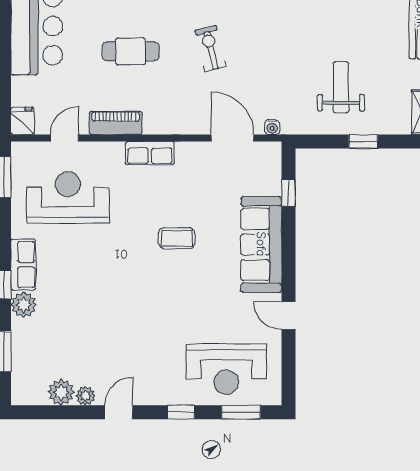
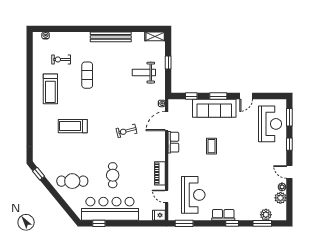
cafe table: (131, 51) -> (113, 175), moved
row of seats: (150, 153) -> (173, 142), moved
reception desk: (68, 198) -> (193, 195), turned 180
window: (288, 253) -> (218, 96), added
plant: (24, 305) -> (266, 215), moved

